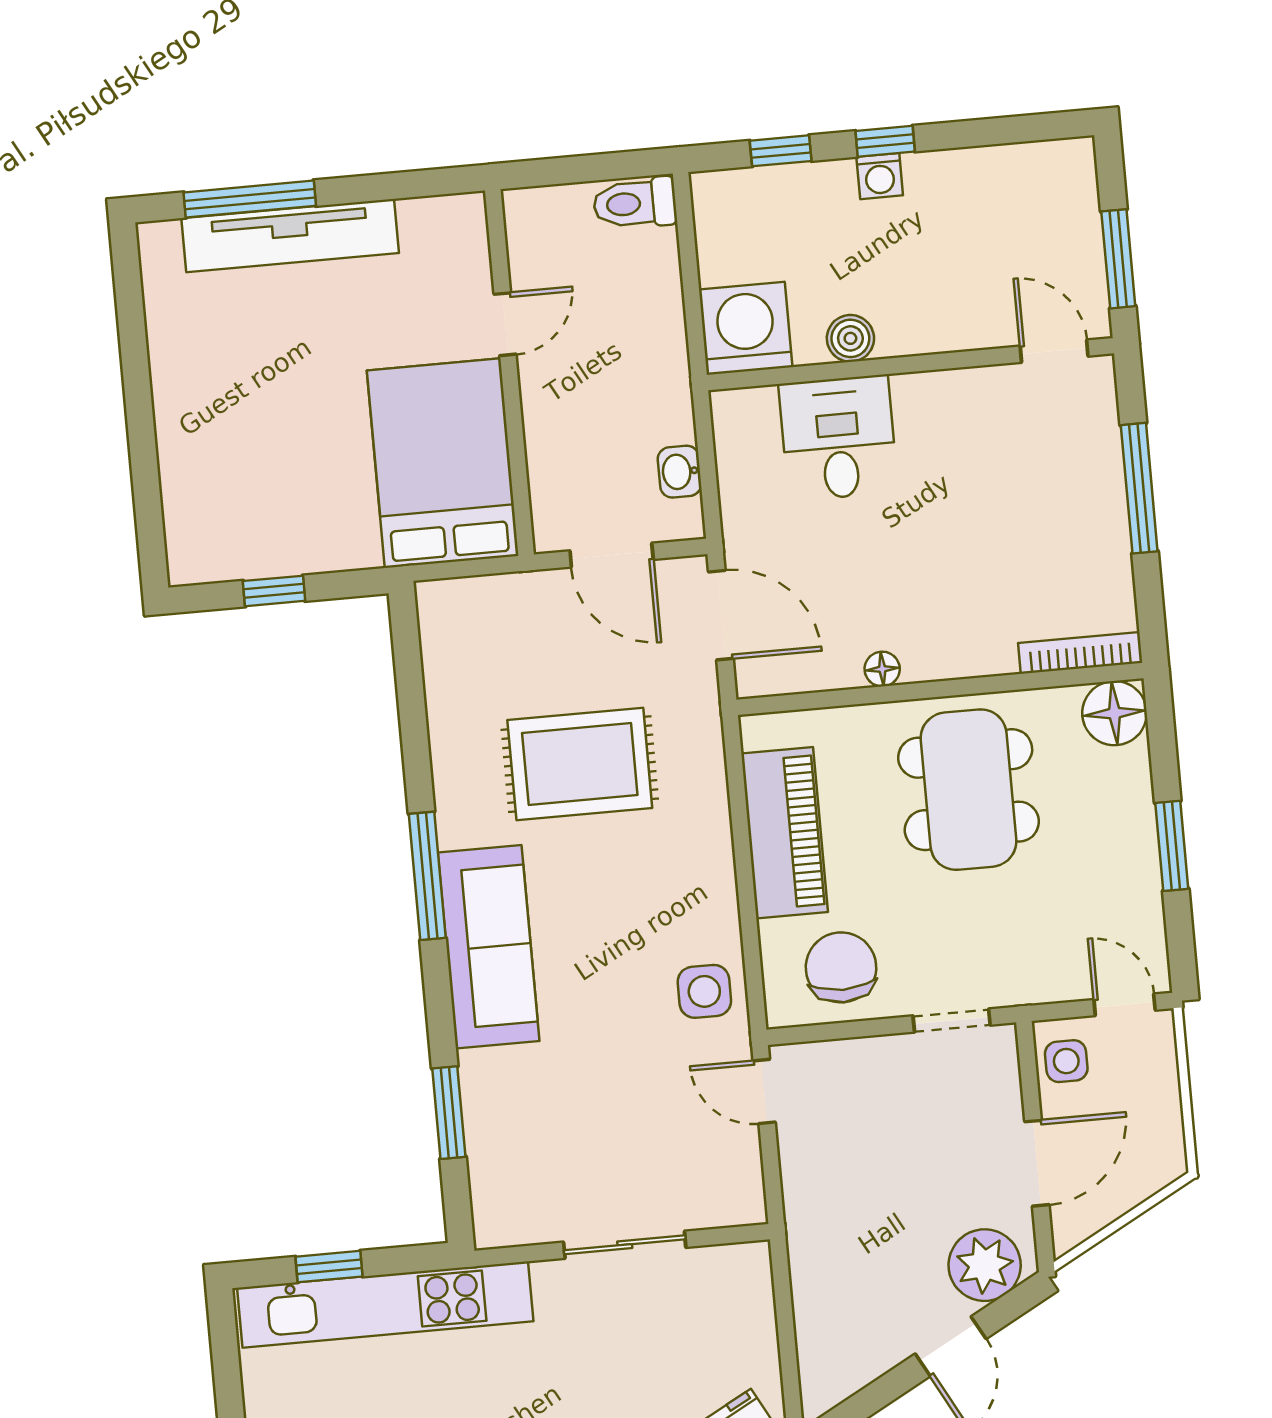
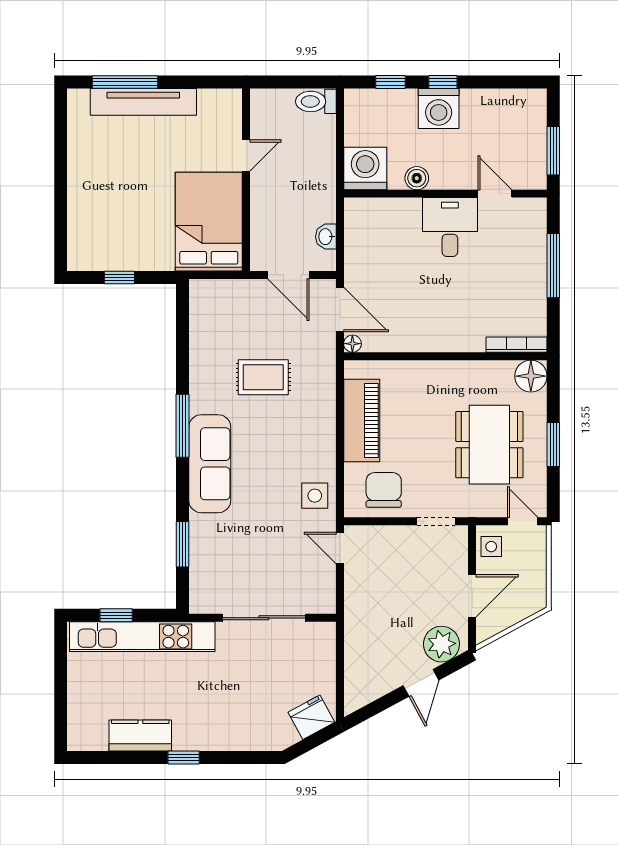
washing machine: (880, 176) -> (439, 108), width x1.89, depth x1.89
door: (1054, 351) -> (495, 194), moved
desk: (838, 438) -> (450, 227), moved
floor lamp: (882, 669) -> (352, 344), moved
rug: (580, 764) -> (263, 377), width x0.73, depth x0.70
dining table: (968, 790) -> (489, 445), moved
sliding door: (625, 1245) -> (264, 618), width x1.37

